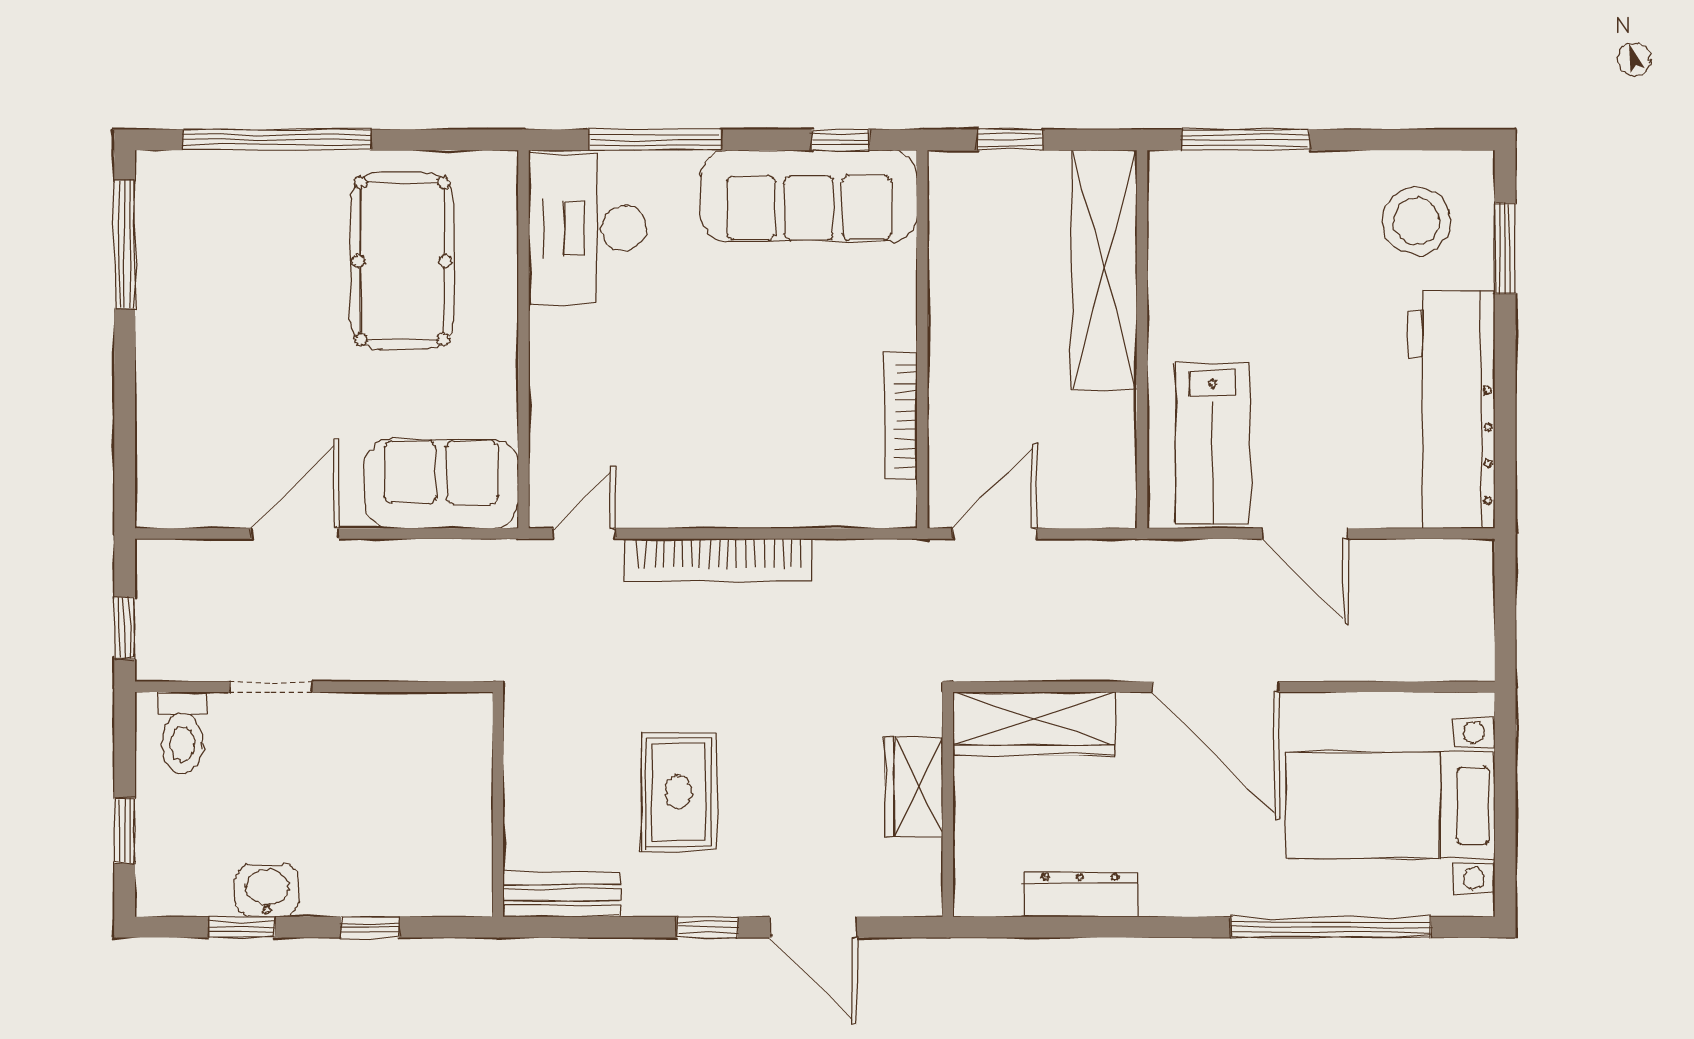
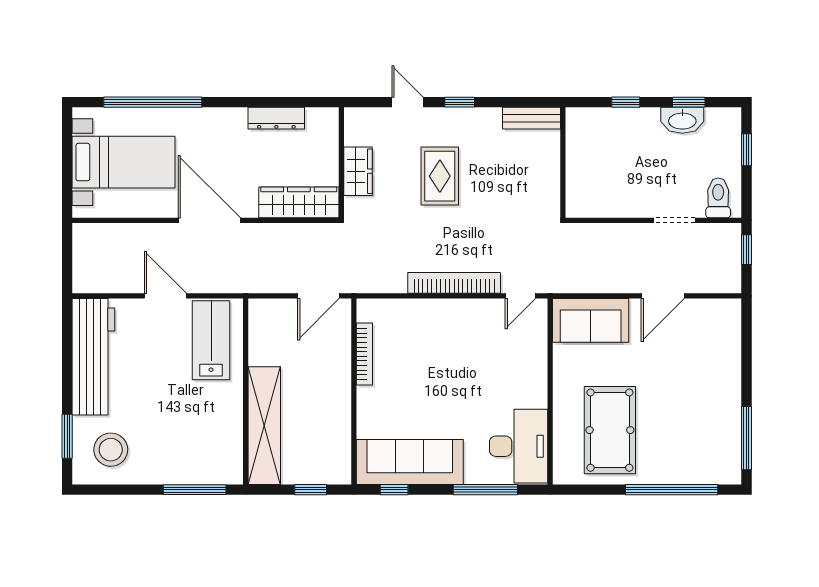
rug: (678, 792) -> (440, 176), moved
washbasin: (267, 890) -> (682, 120), width x1.38
door: (813, 927) -> (407, 102), width x0.73

